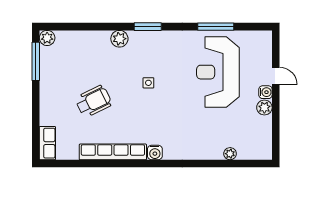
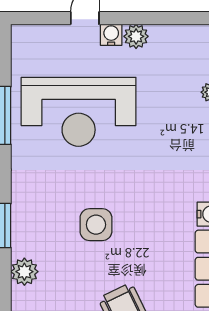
side table: (148, 83) -> (96, 225), width x1.87, depth x1.87

